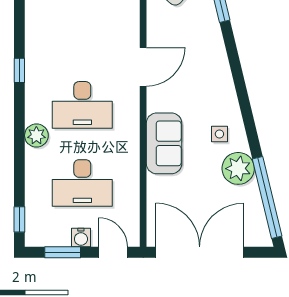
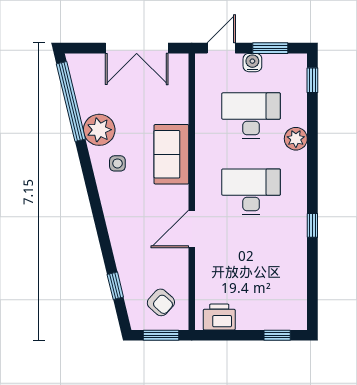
plant: (36, 136) -> (296, 139), moved
door: (113, 252) -> (221, 48), swing flipped
double door: (200, 252) -> (137, 48), width x0.73

